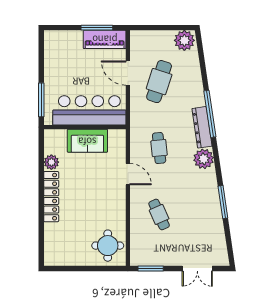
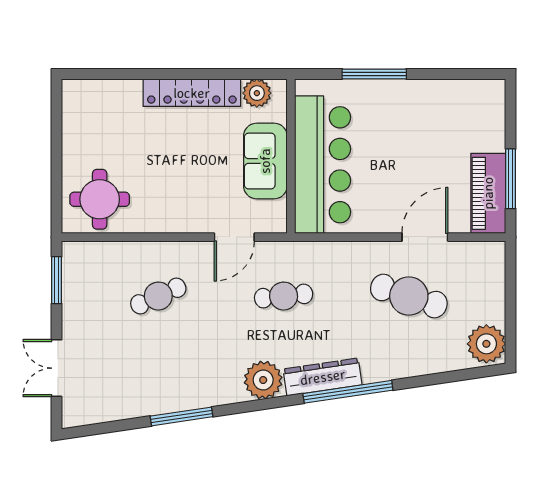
bar counter: (89, 110) -> (323, 165), moved
wall: (85, 127) -> (291, 156), moved
sofa: (87, 141) -> (265, 161), moved

